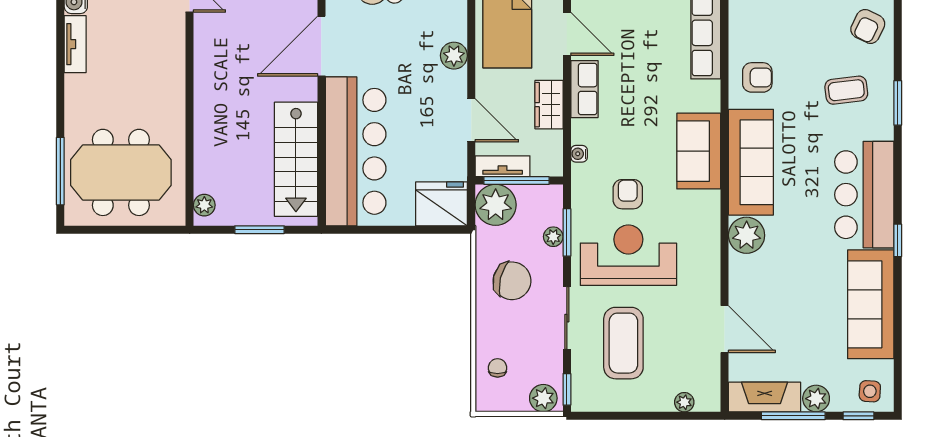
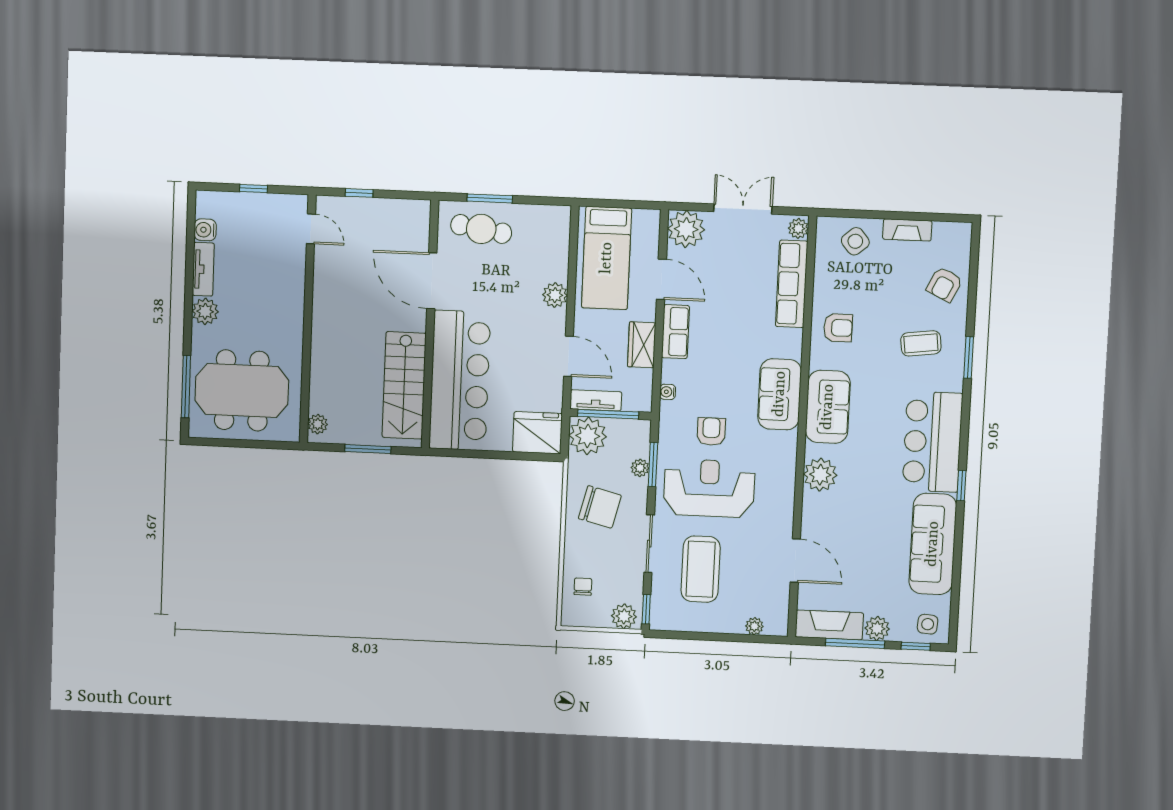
door: (321, 46) -> (432, 281), hinge flipped
plant: (79, 89) -> (205, 311), added
sofa: (751, 162) -> (828, 407), width x0.73

